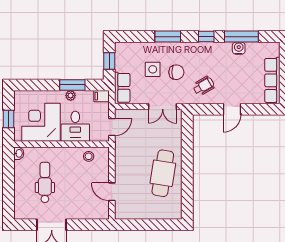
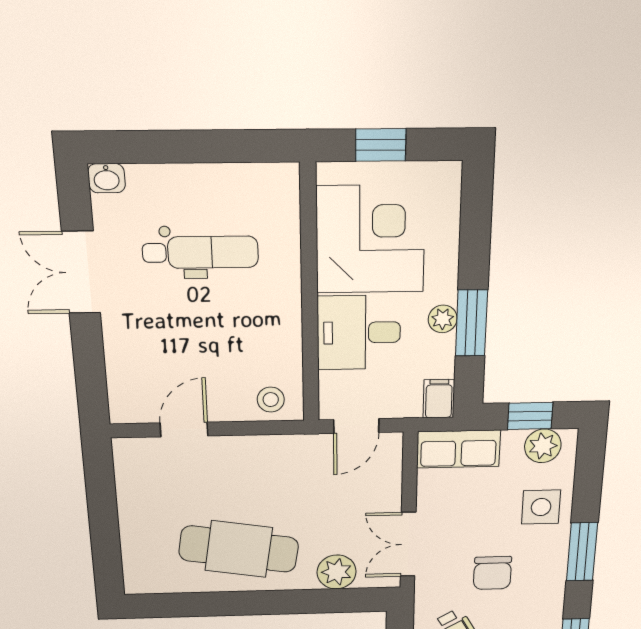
plant: (122, 55) -> (543, 446), added
side table: (153, 69) -> (541, 507), moved
door: (112, 127) -> (356, 426), hinge flipped
plant: (174, 135) -> (337, 572), added
washbasin: (19, 153) -> (107, 178), moved
stool: (89, 156) -> (271, 400), moved

